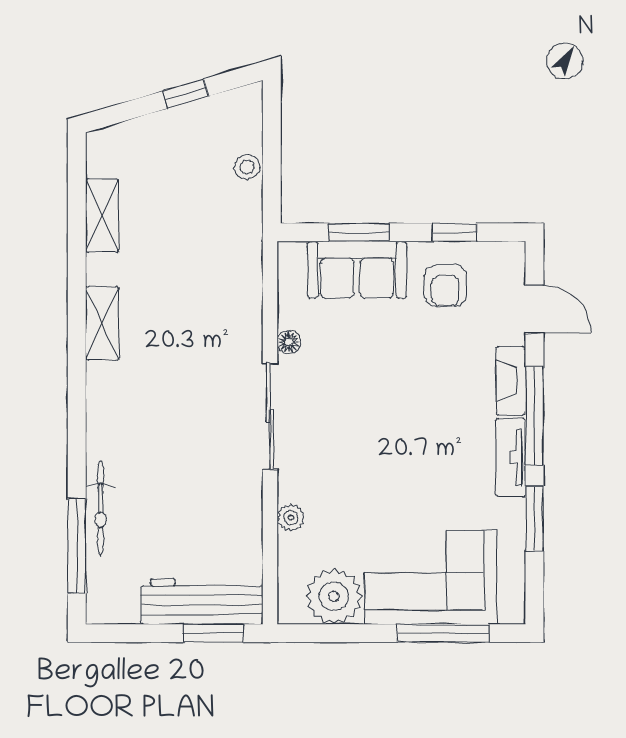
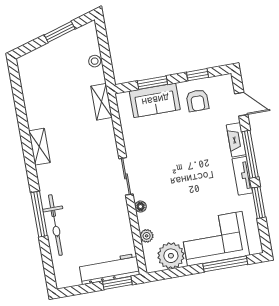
window: (186, 94) -> (60, 32), width x1.50
shelving: (102, 215) -> (101, 102), moved
floor lamp: (289, 342) -> (140, 207), moved
sliding door: (270, 416) -> (126, 176), width x0.73
bicycle: (101, 508) -> (55, 225), width x1.37, depth x1.40
plant: (291, 518) -> (147, 236), moved
window: (77, 546) -> (39, 214), moved

